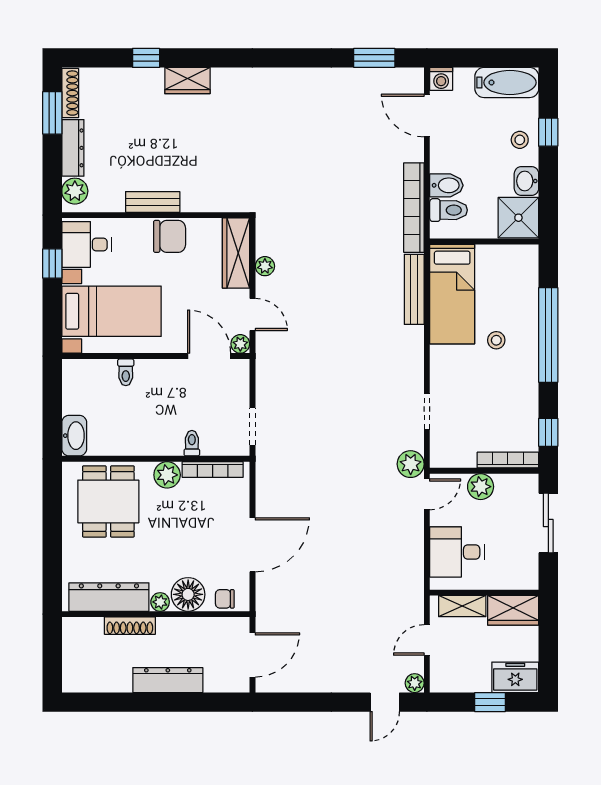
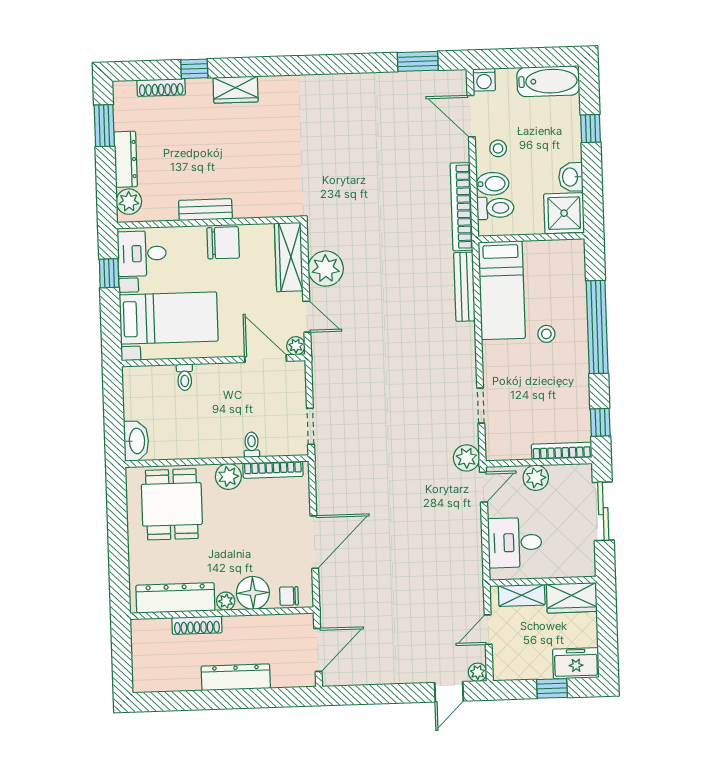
shoe rack: (70, 93) -> (161, 87), moved, turned 90
stool: (520, 140) -> (498, 148), moved
plant: (265, 266) -> (326, 269), width x1.88, depth x1.88

